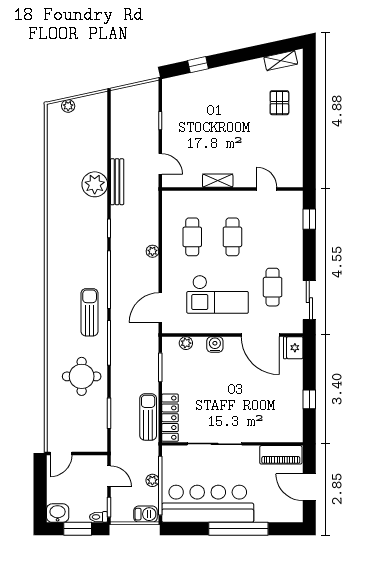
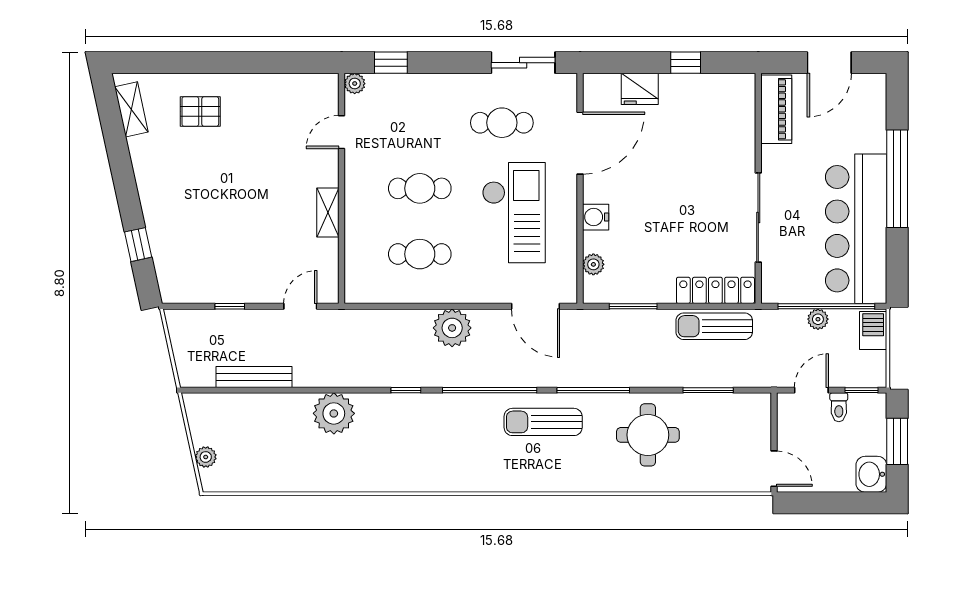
bench: (117, 182) -> (254, 377), moved
plant: (297, 197) -> (355, 84), added
plant: (152, 251) -> (452, 328), width x1.88, depth x1.88
fridge: (293, 348) -> (640, 89), moved
toilet: (99, 517) -> (839, 407), moved

